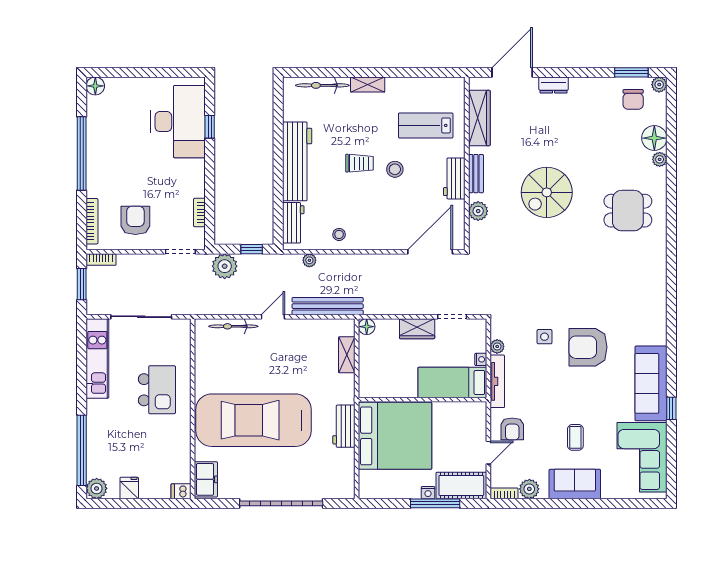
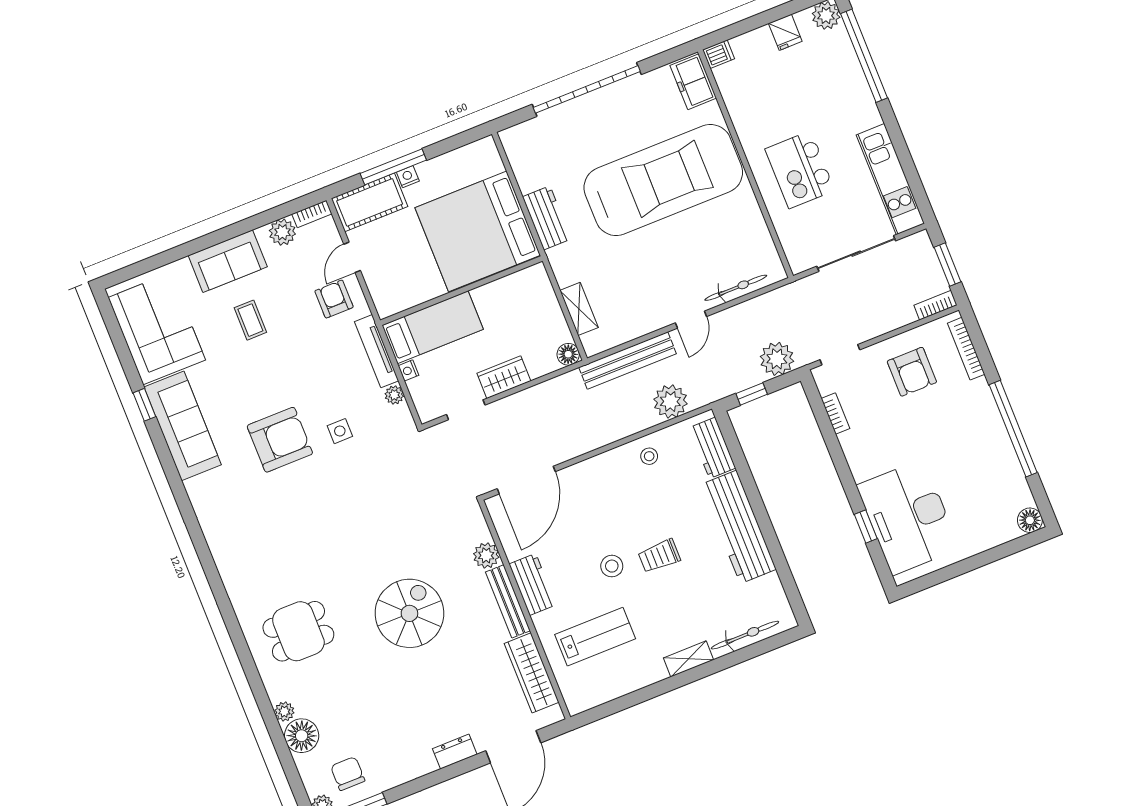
bench: (476, 174) -> (508, 601), width x1.36
plant: (309, 260) -> (670, 401), width x1.88, depth x1.88

